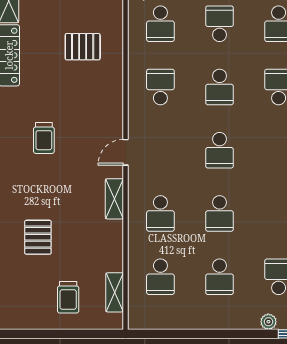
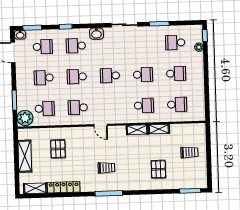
school desk: (220, 87) -> (77, 77), turned 180
school desk: (220, 150) -> (110, 76), turned 180
door: (126, 152) -> (101, 125), moved
pallet: (38, 237) -> (158, 169), turned 90
shelving: (115, 292) -> (159, 129), moved

